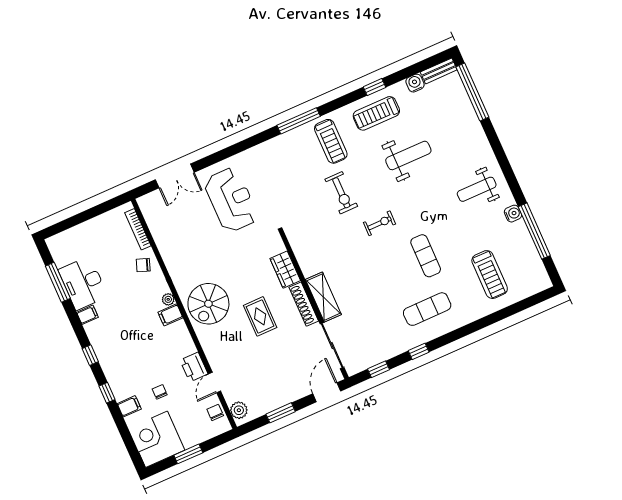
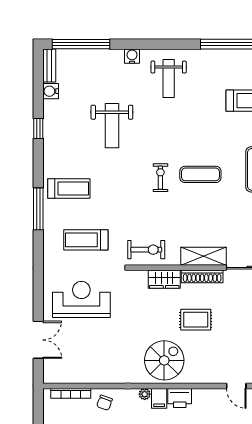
treadmill: (376, 113) -> (86, 240), moved, turned 90
weight bench: (408, 155) -> (112, 126), turned 180
exercise bike: (341, 193) -> (146, 250), moved
water cooler: (513, 214) -> (132, 56), moved
exercise mat: (426, 256) -> (200, 174), moved
spiral stairs: (208, 304) -> (164, 360), turned -90
printer: (194, 367) -> (180, 398), moved

